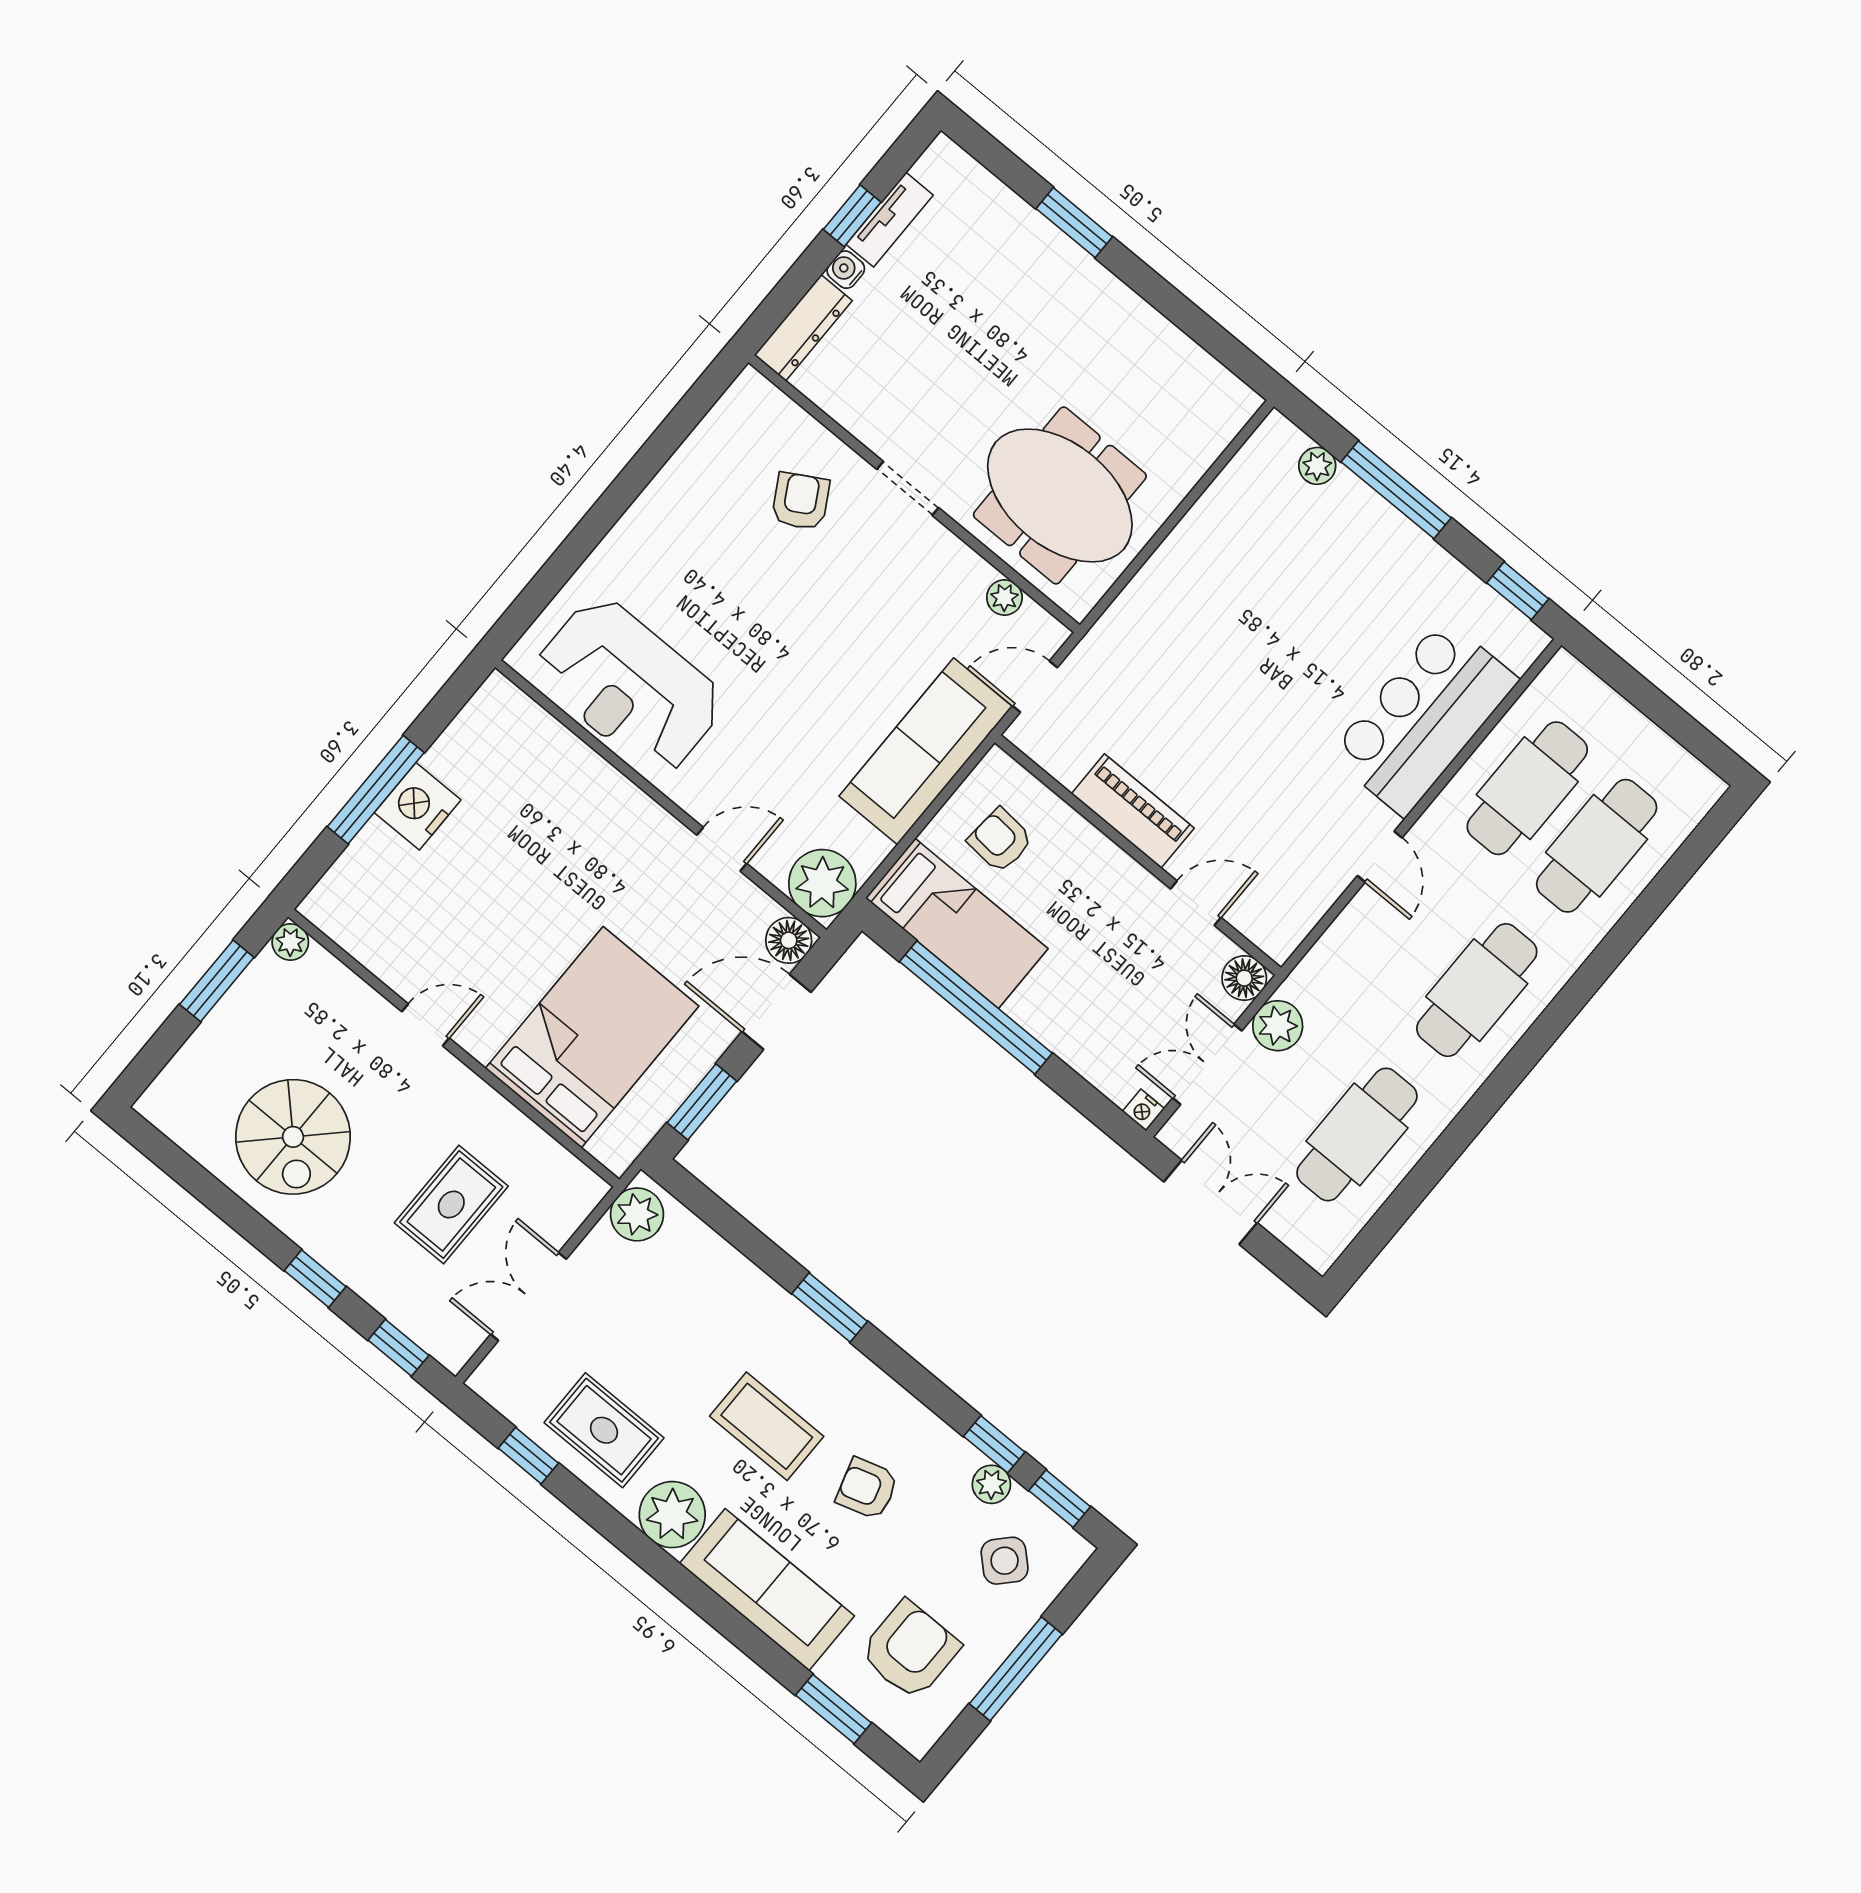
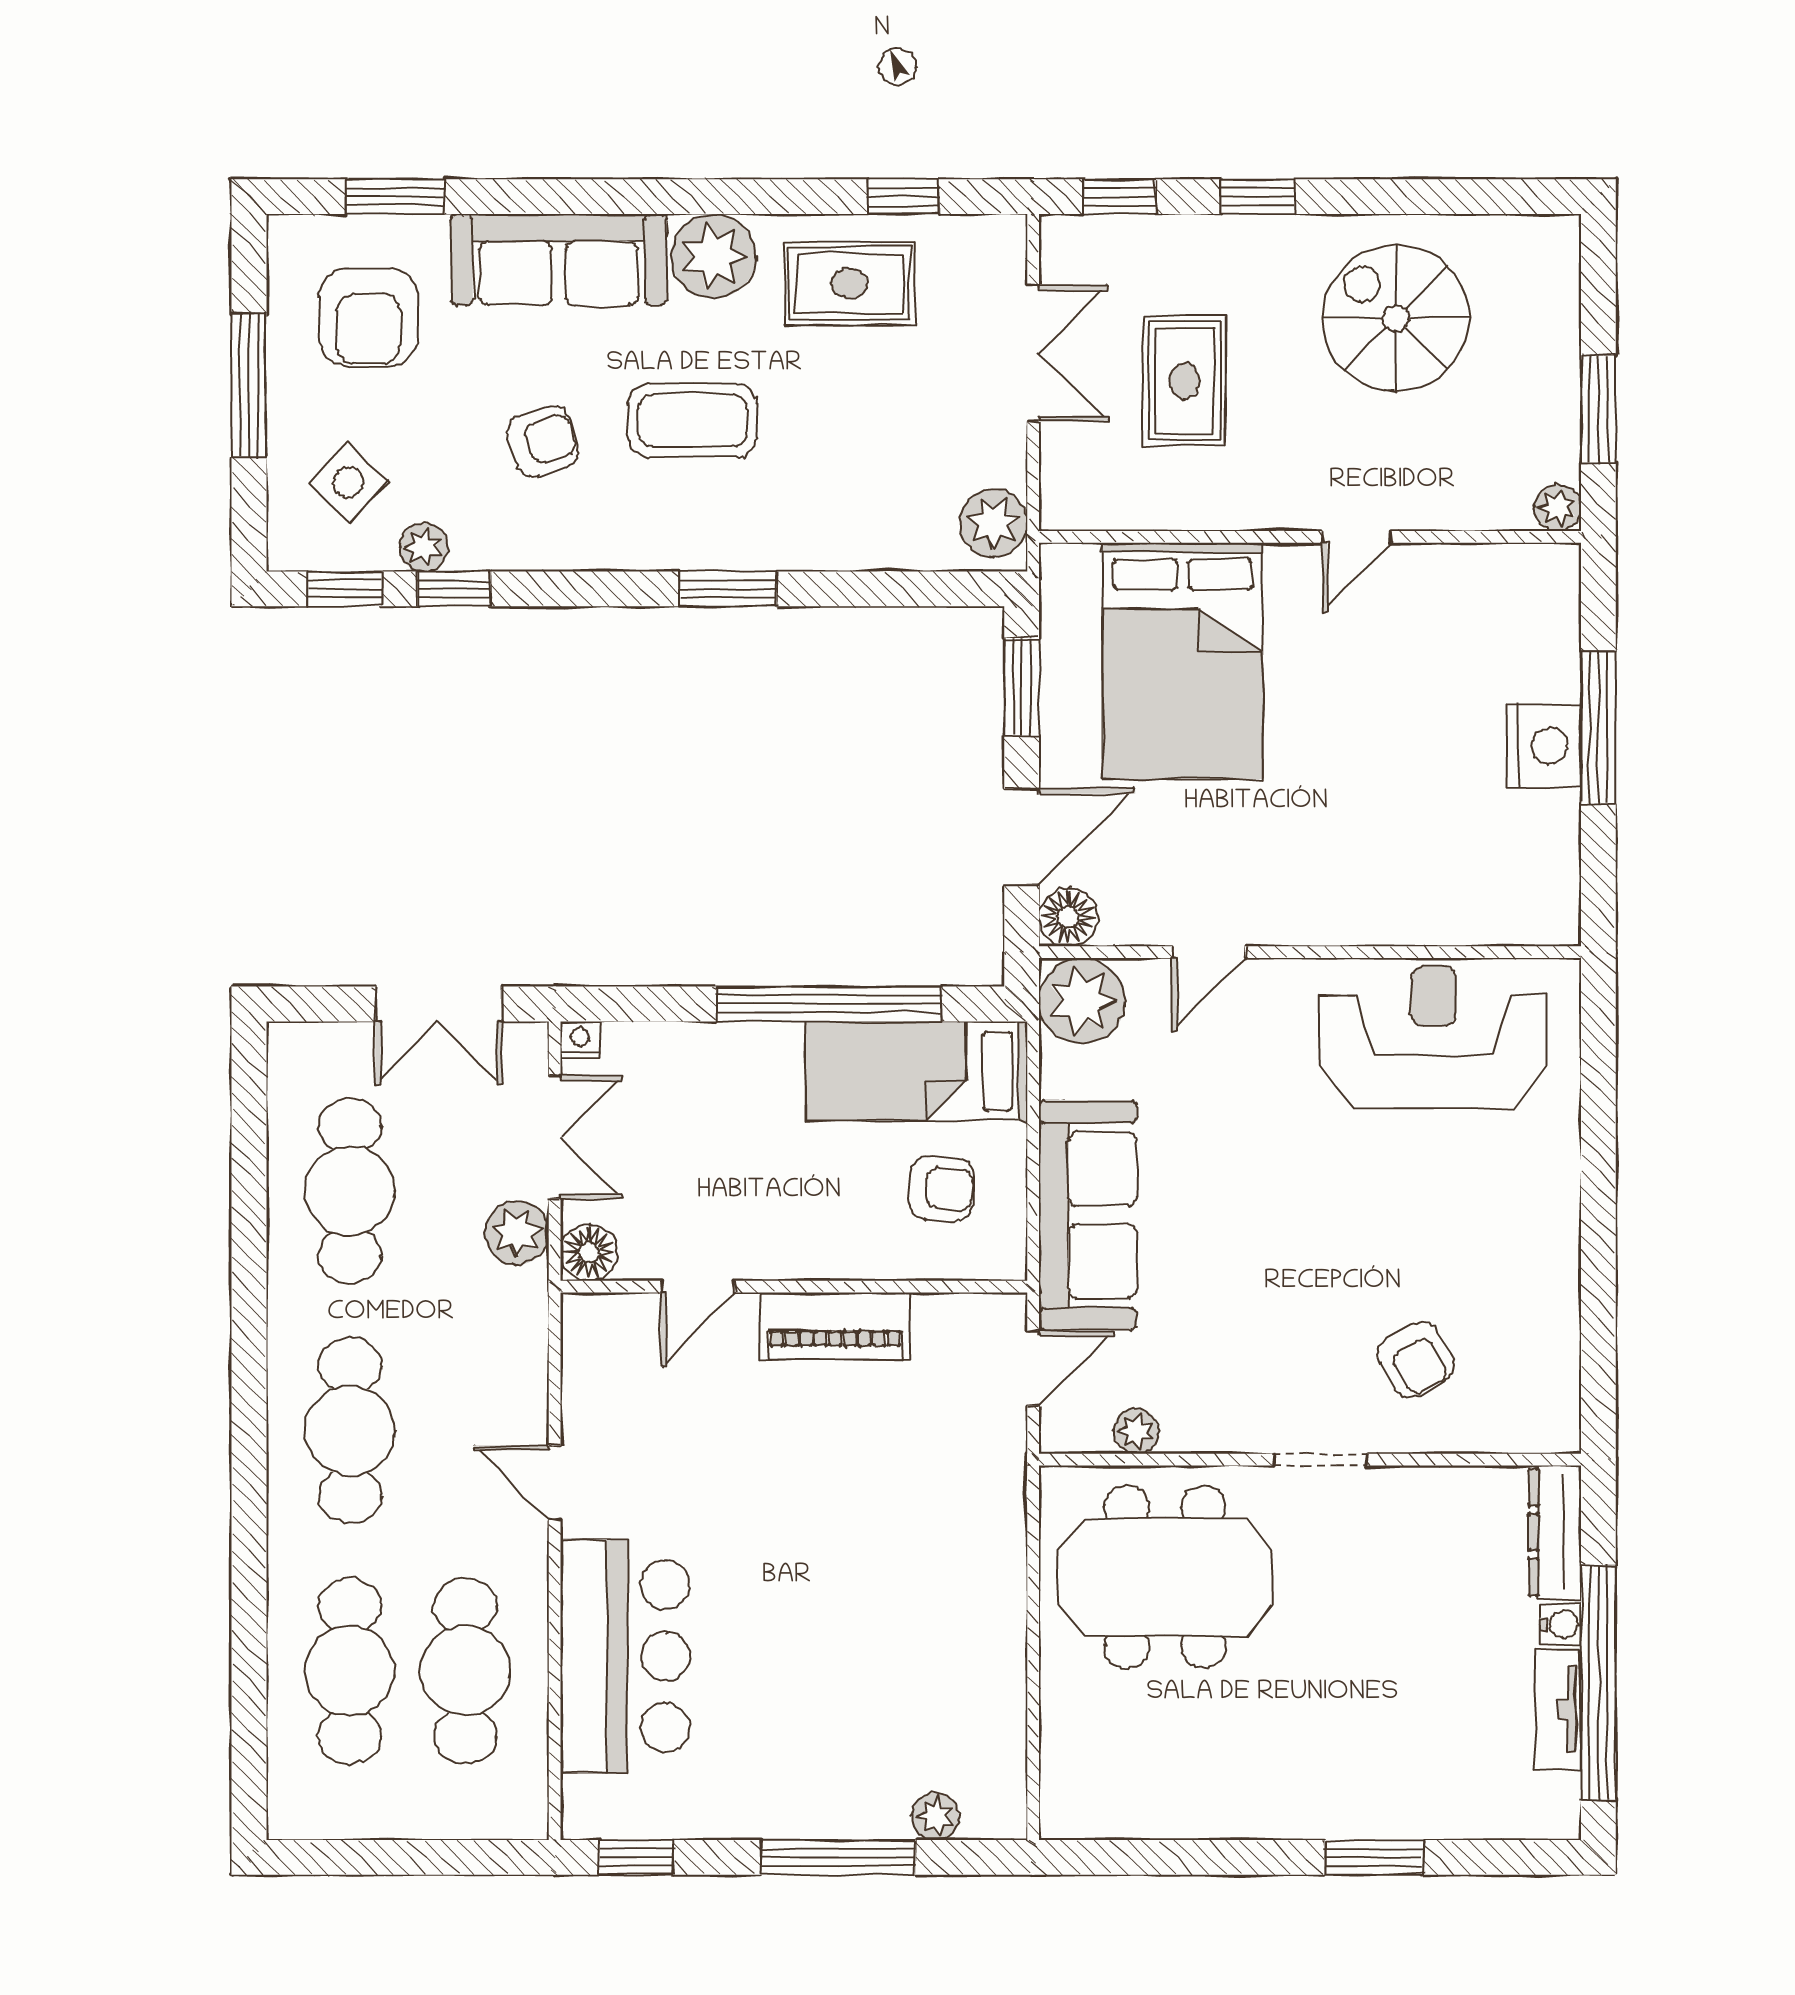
window: (852, 216) -> (1598, 1683), width x3.17

